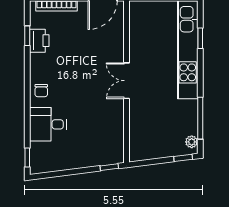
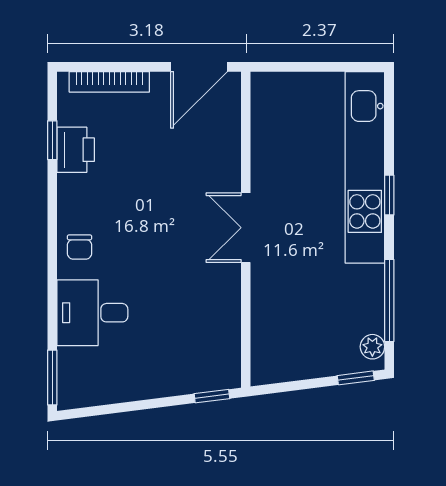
window: (200, 38) -> (389, 195), moved
window: (27, 158) -> (52, 377), width x1.50

